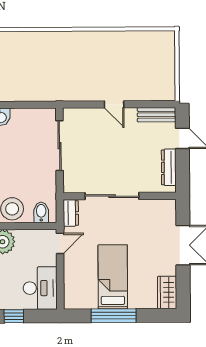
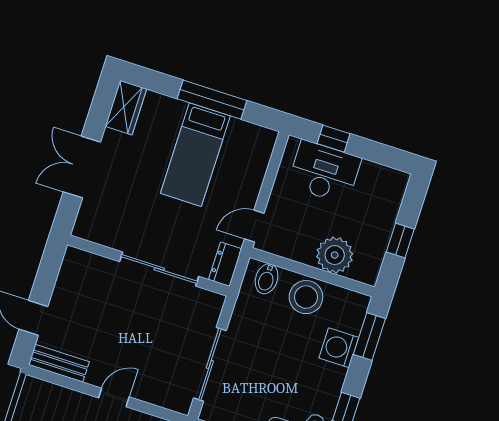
door: (114, 104) -> (114, 397), hinge flipped
dresser: (169, 167) -> (66, 283), removed
desk: (40, 288) -> (324, 172), moved, turned 90
window: (14, 316) -> (334, 139), moved

